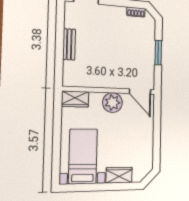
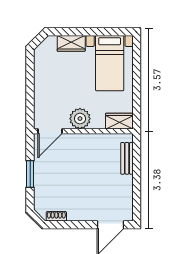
bench: (69, 44) -> (127, 158), moved
door: (140, 91) -> (50, 131), swing flipped

